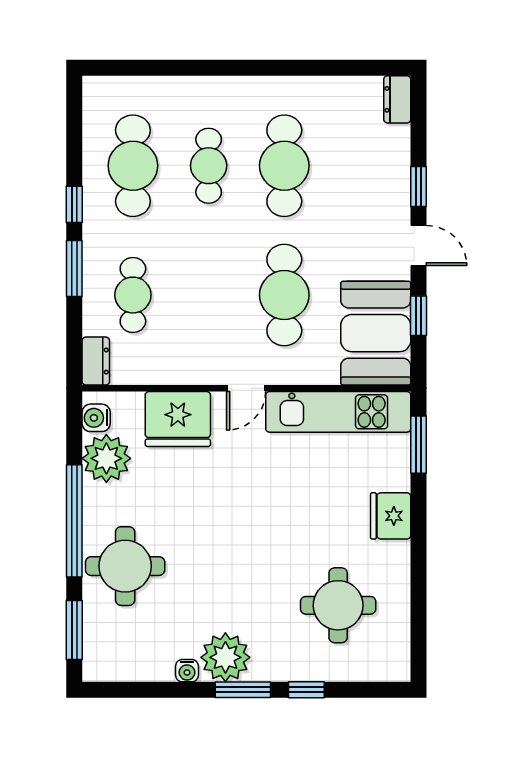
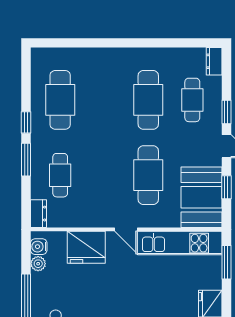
cafe table: (209, 166) -> (192, 100), moved
door: (246, 388) -> (126, 229), hinge flipped
plant: (106, 458) -> (38, 264), width x0.53, depth x0.53

